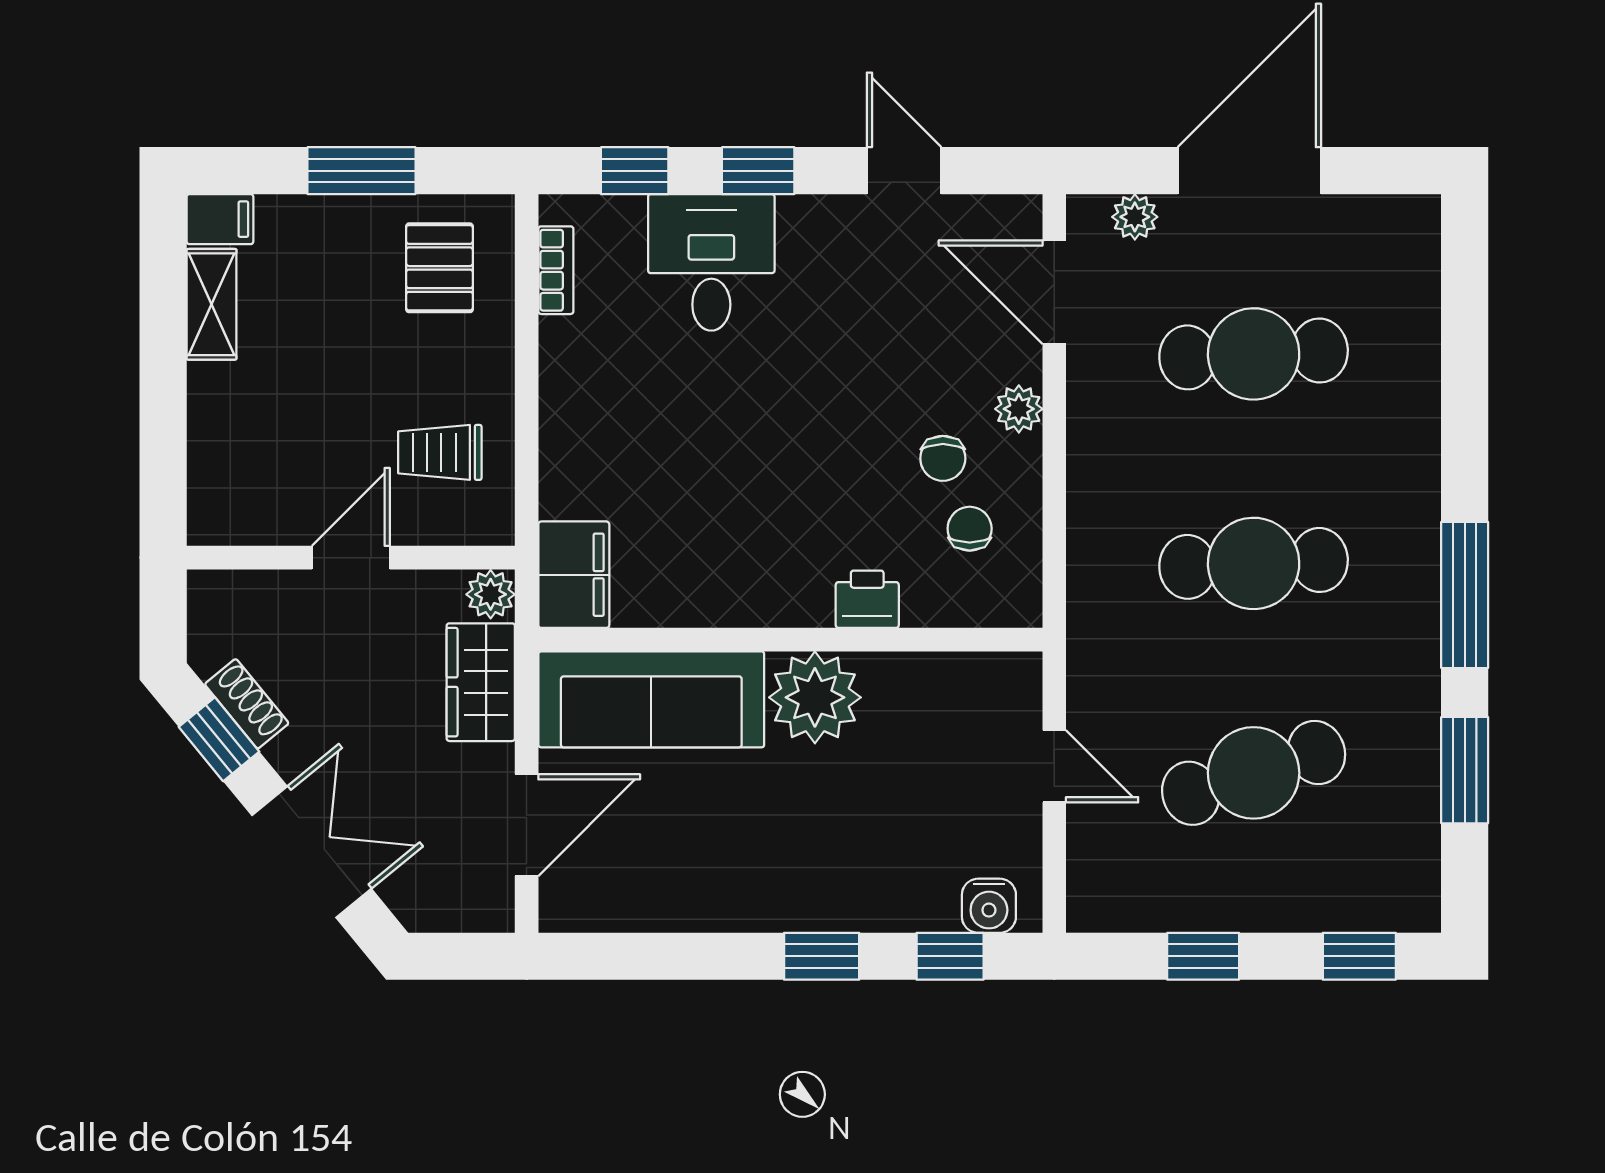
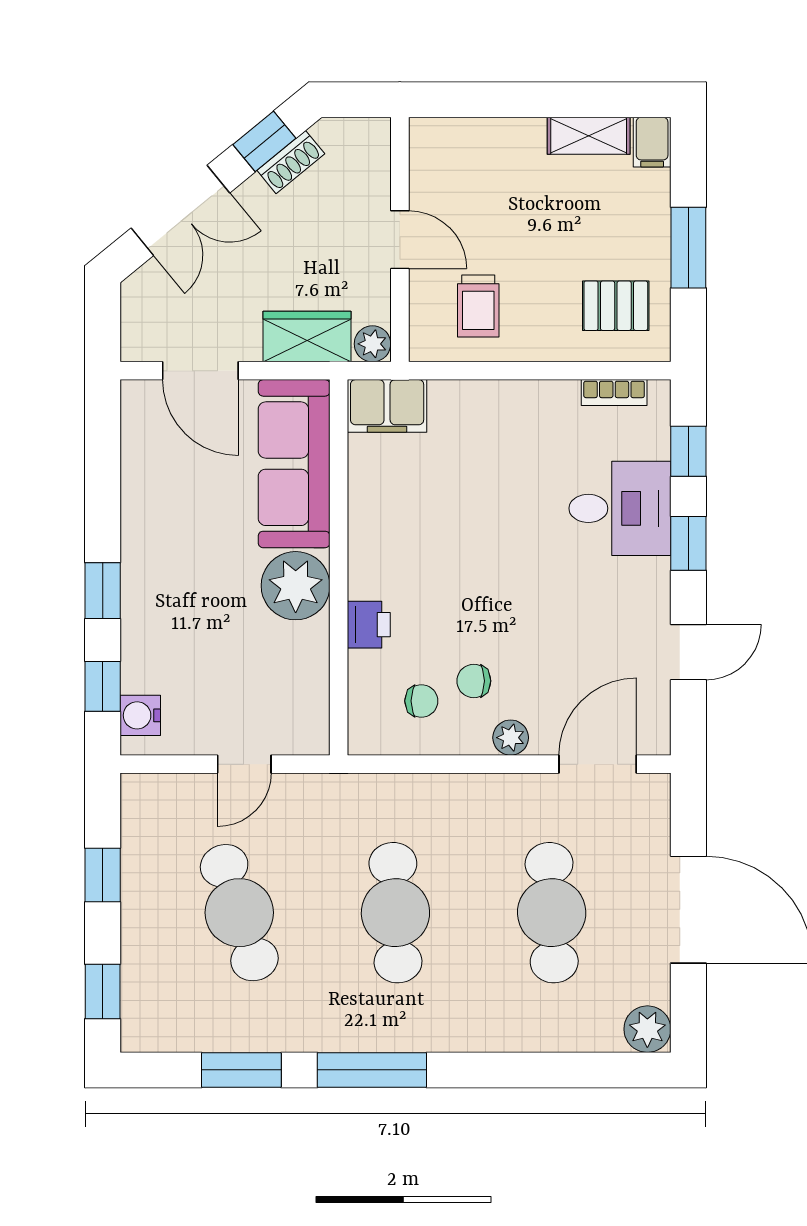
plant: (1135, 217) -> (647, 1029), moved, width x1.38, depth x1.38
trolley: (440, 452) -> (478, 306), turned 180

